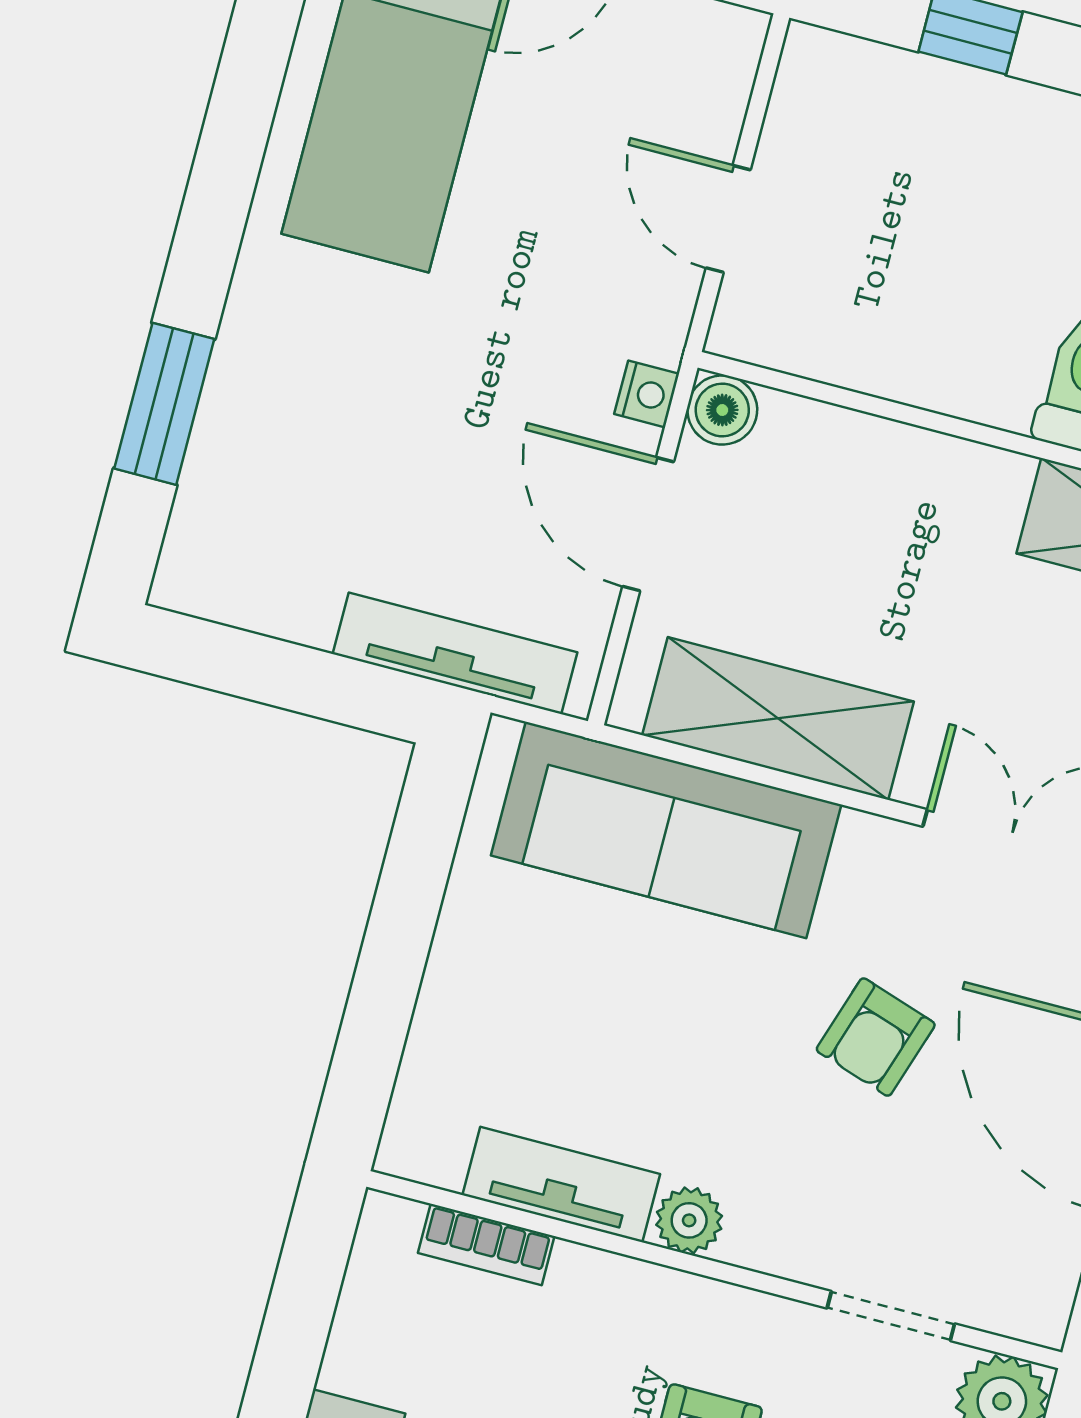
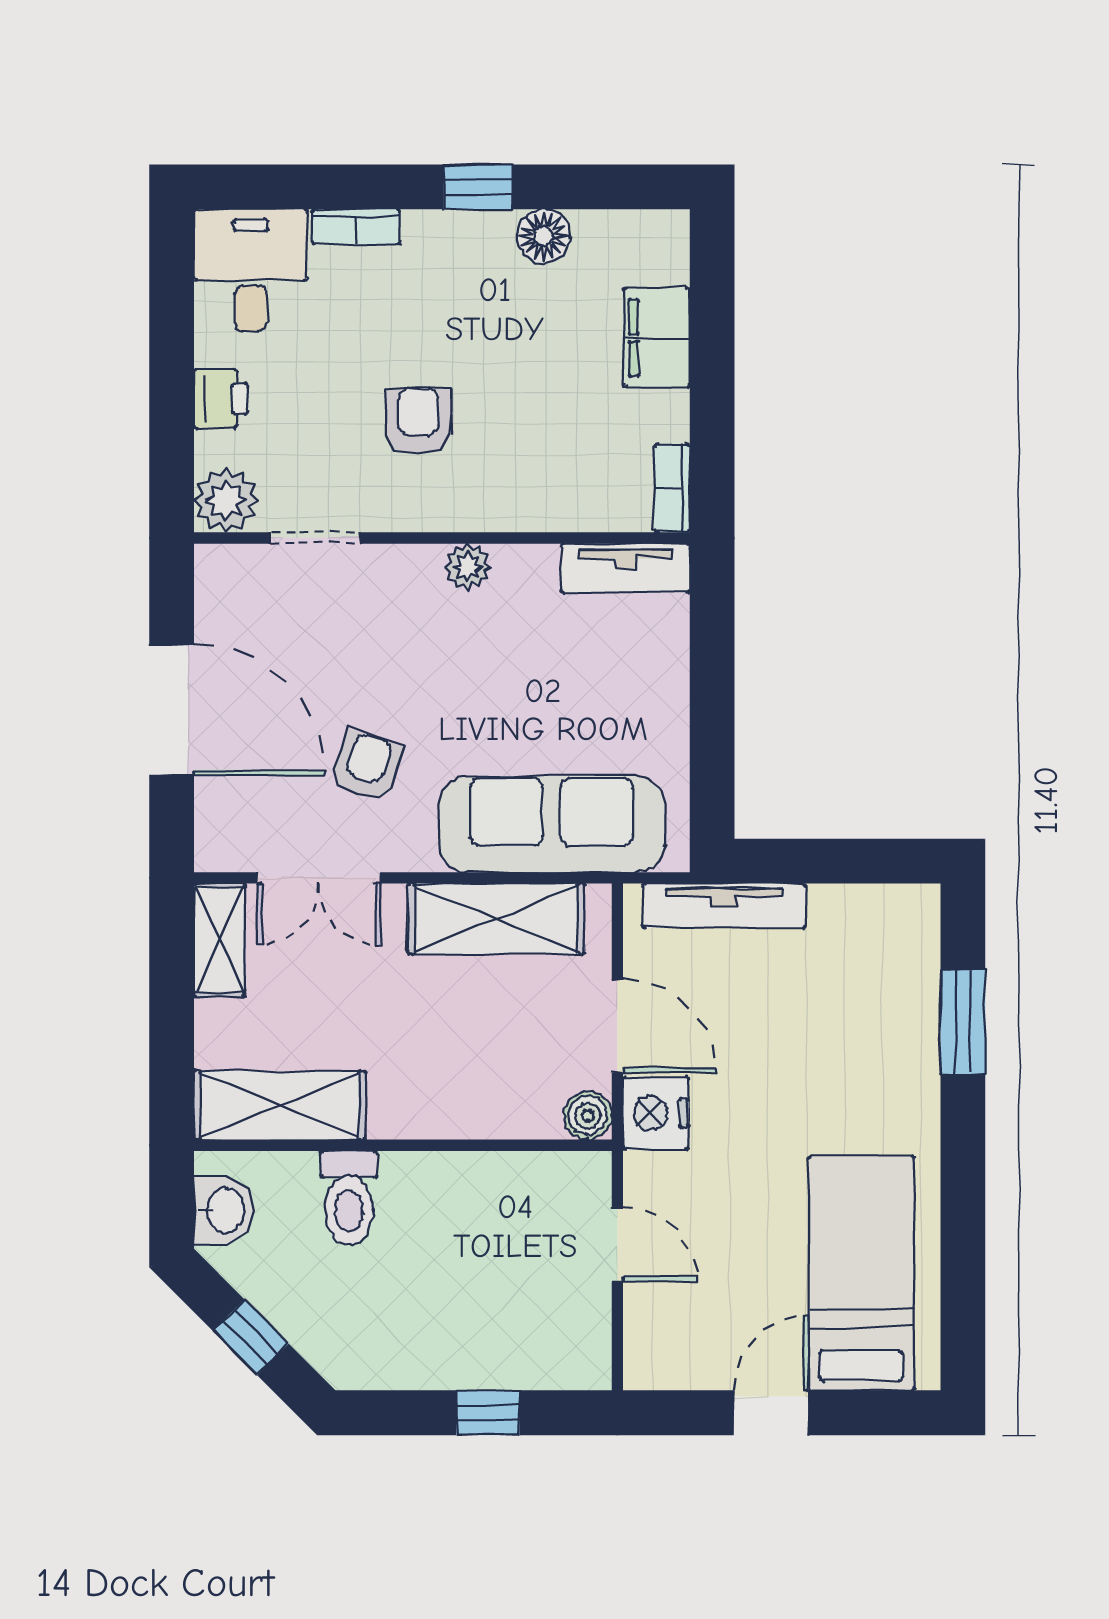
nightstand: (647, 394) -> (656, 1113), width x1.89, depth x1.79
armchair: (876, 1037) -> (366, 766), moved
tv unit: (561, 1185) -> (625, 568), moved
bookcase: (486, 1245) -> (672, 488), moved, turned -90

